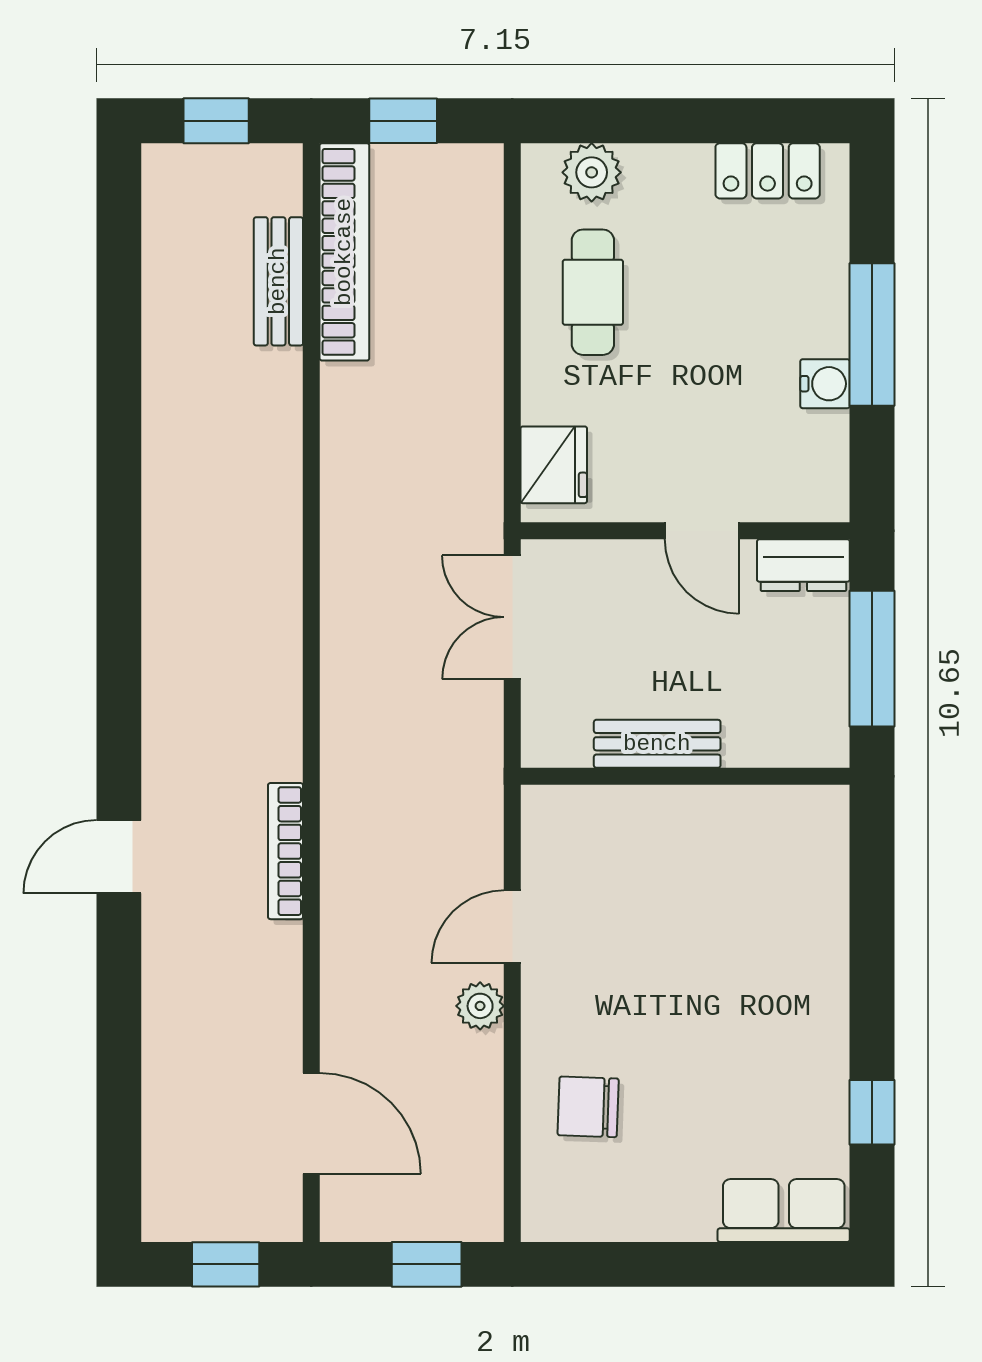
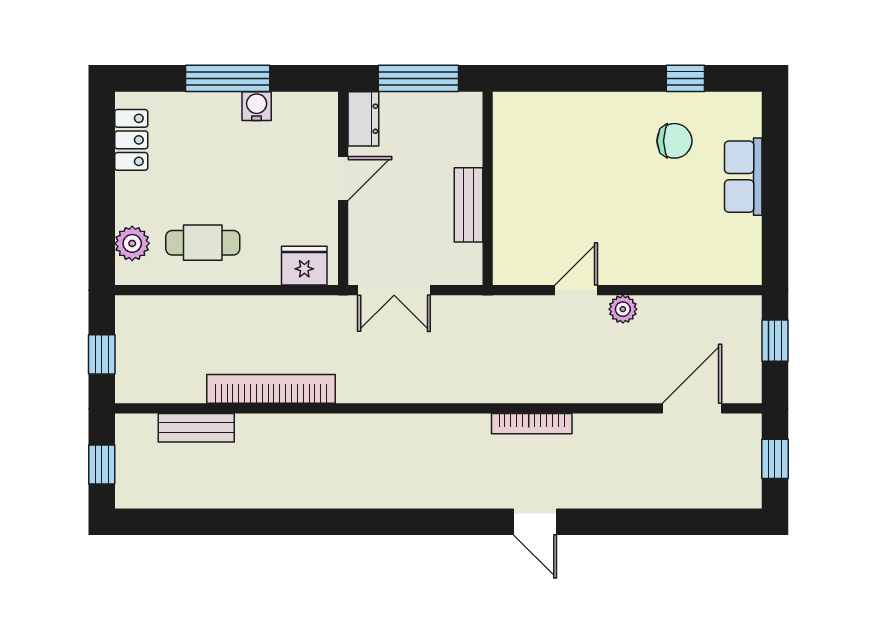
bookcase: (344, 252) -> (271, 389), moved
door: (512, 927) -> (576, 290), swing flipped
chair: (588, 1107) -> (674, 141), moved, turned -92
row of seats: (784, 1211) -> (743, 177), moved

